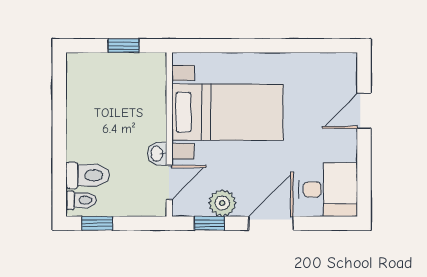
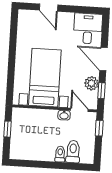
toilet: (81, 200) -> (60, 154), moved
window: (97, 223) -> (99, 128), moved

